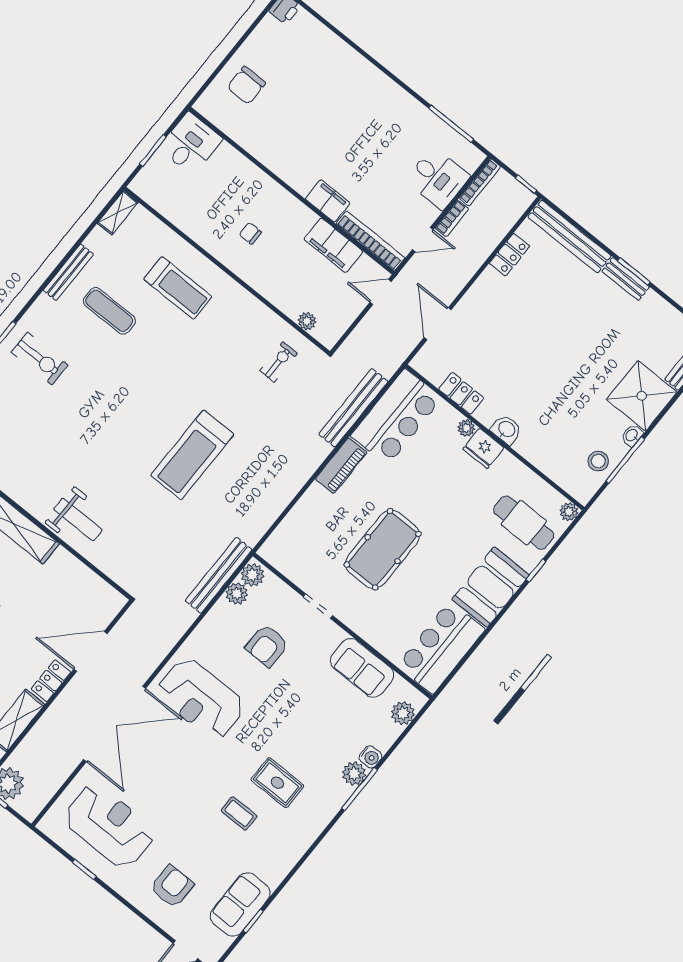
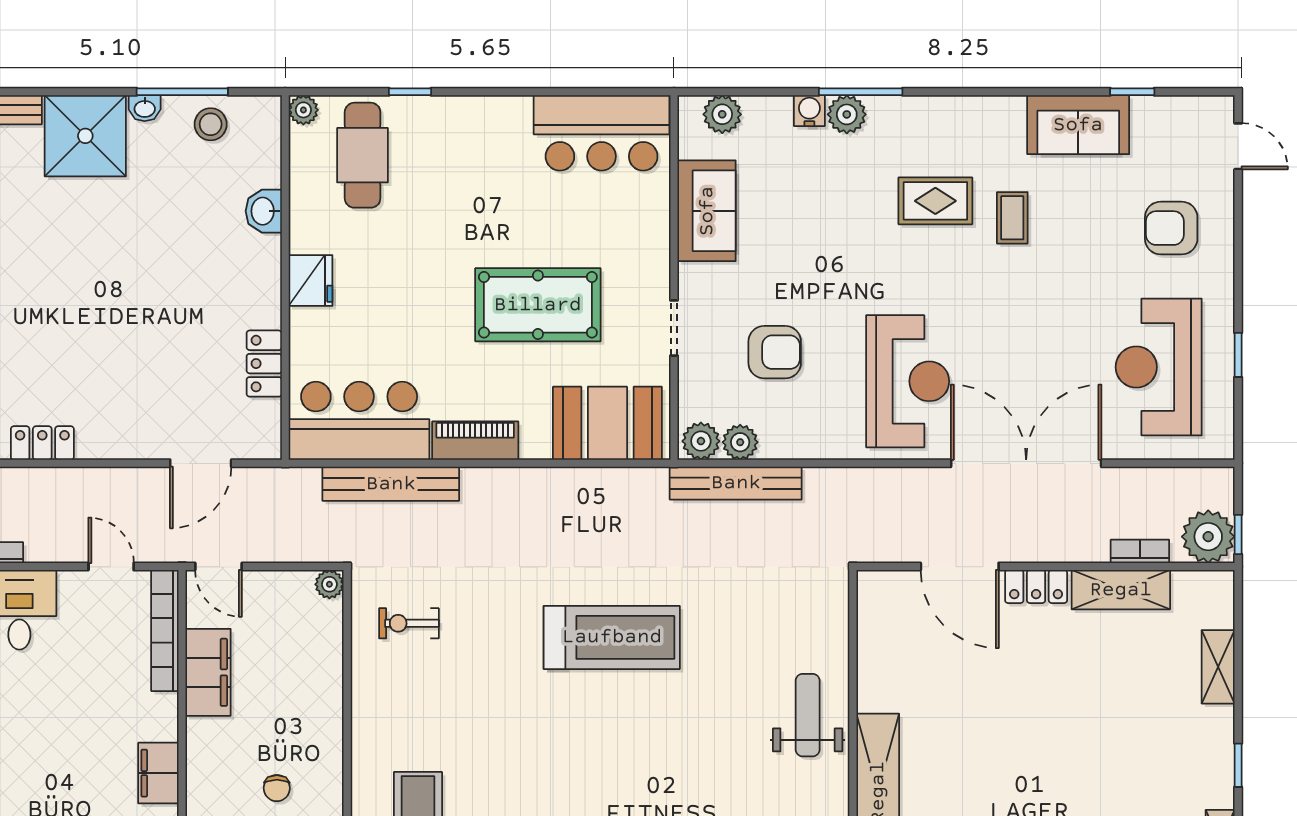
filing cabinet: (328, 201) -> (158, 773), moved
bookcase: (452, 218) -> (1140, 551), moved
plant: (307, 321) -> (329, 584), moved
plant: (466, 428) -> (302, 322), removed
washbasin: (506, 429) -> (264, 211), moved
booth: (491, 587) -> (607, 423), moved
rug: (277, 783) -> (935, 201), turned 90
sofa: (240, 904) -> (1078, 125), moved

